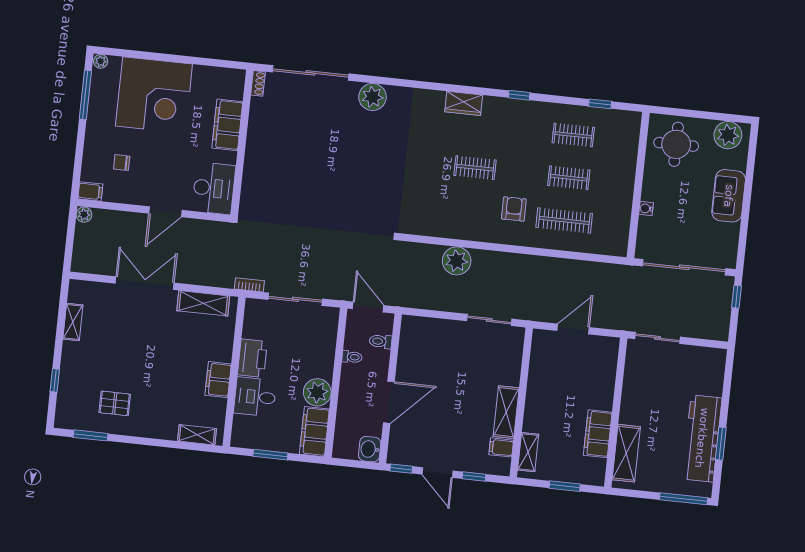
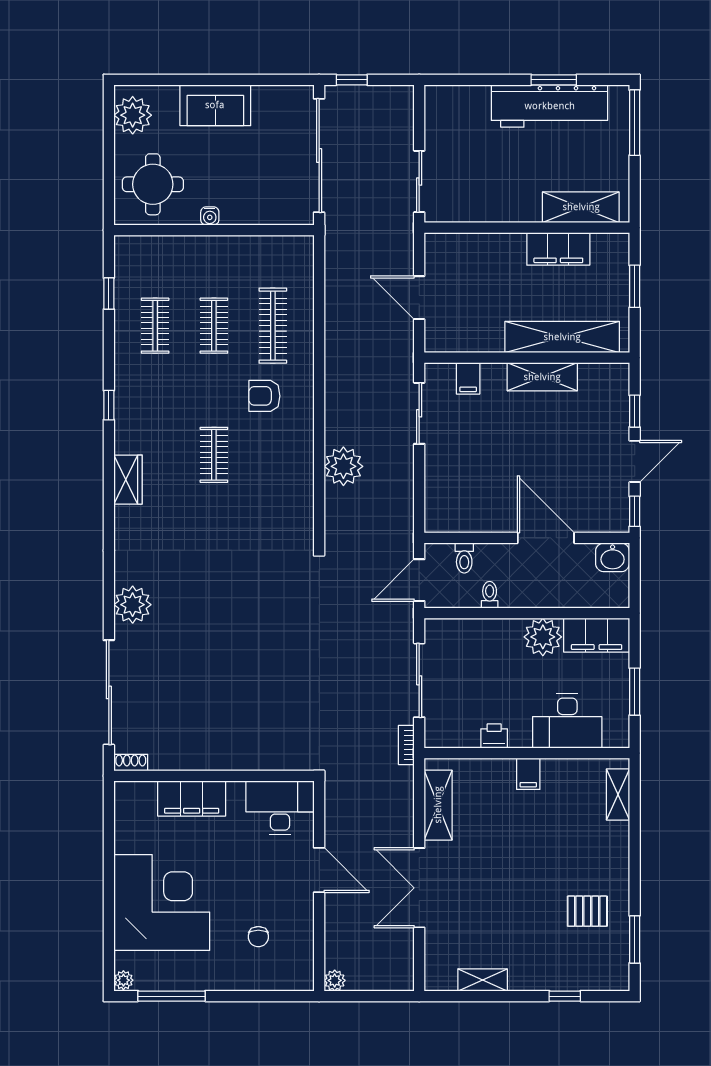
filing cabinet: (90, 191) -> (302, 975), removed
water cooler: (646, 209) -> (210, 216), moved
printer: (252, 358) -> (494, 736), width x0.53, depth x0.68
filing cabinet: (218, 380) -> (528, 774), width x0.50
desk: (255, 397) -> (567, 721), width x1.37
pallet: (115, 403) -> (587, 911), turned 90
filing cabinet: (501, 447) -> (468, 378), moved
shelving: (528, 452) -> (562, 337), width x2.20, depth x1.33

